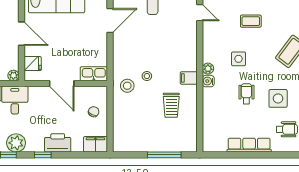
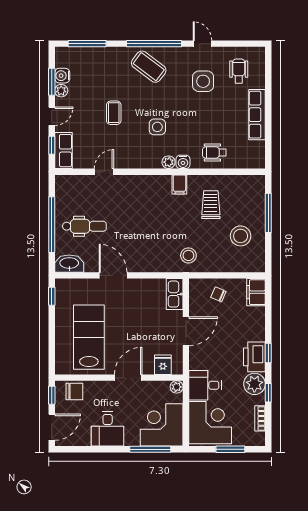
stool: (147, 76) -> (241, 236), moved, width x1.89, depth x1.89
wheelchair: (246, 94) -> (214, 153), moved
trolley: (171, 105) -> (211, 205), turned -90
printer: (58, 143) -> (254, 357), moved

